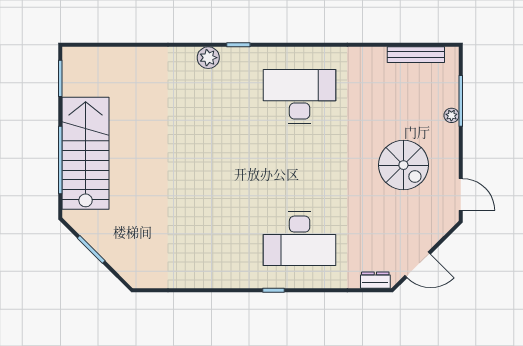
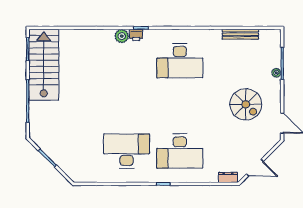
bench: (416, 55) -> (240, 34), moved
printer: (231, 56) -> (136, 35), added
desk: (300, 96) -> (180, 61), turned 180
stairs: (86, 153) -> (44, 65), moved
desk: (216, 239) -> (127, 151), added

